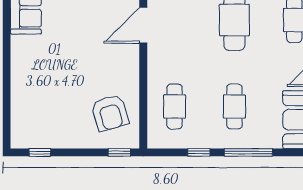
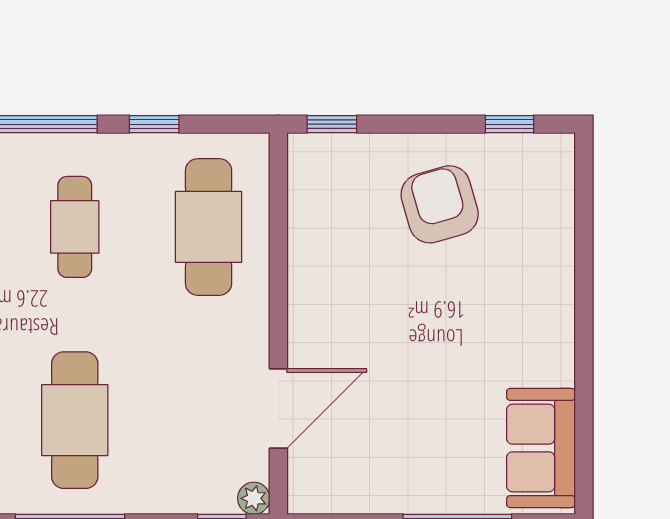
cafe table: (175, 106) -> (209, 227), width x1.37, depth x1.35
armchair: (110, 113) -> (440, 204), moved

